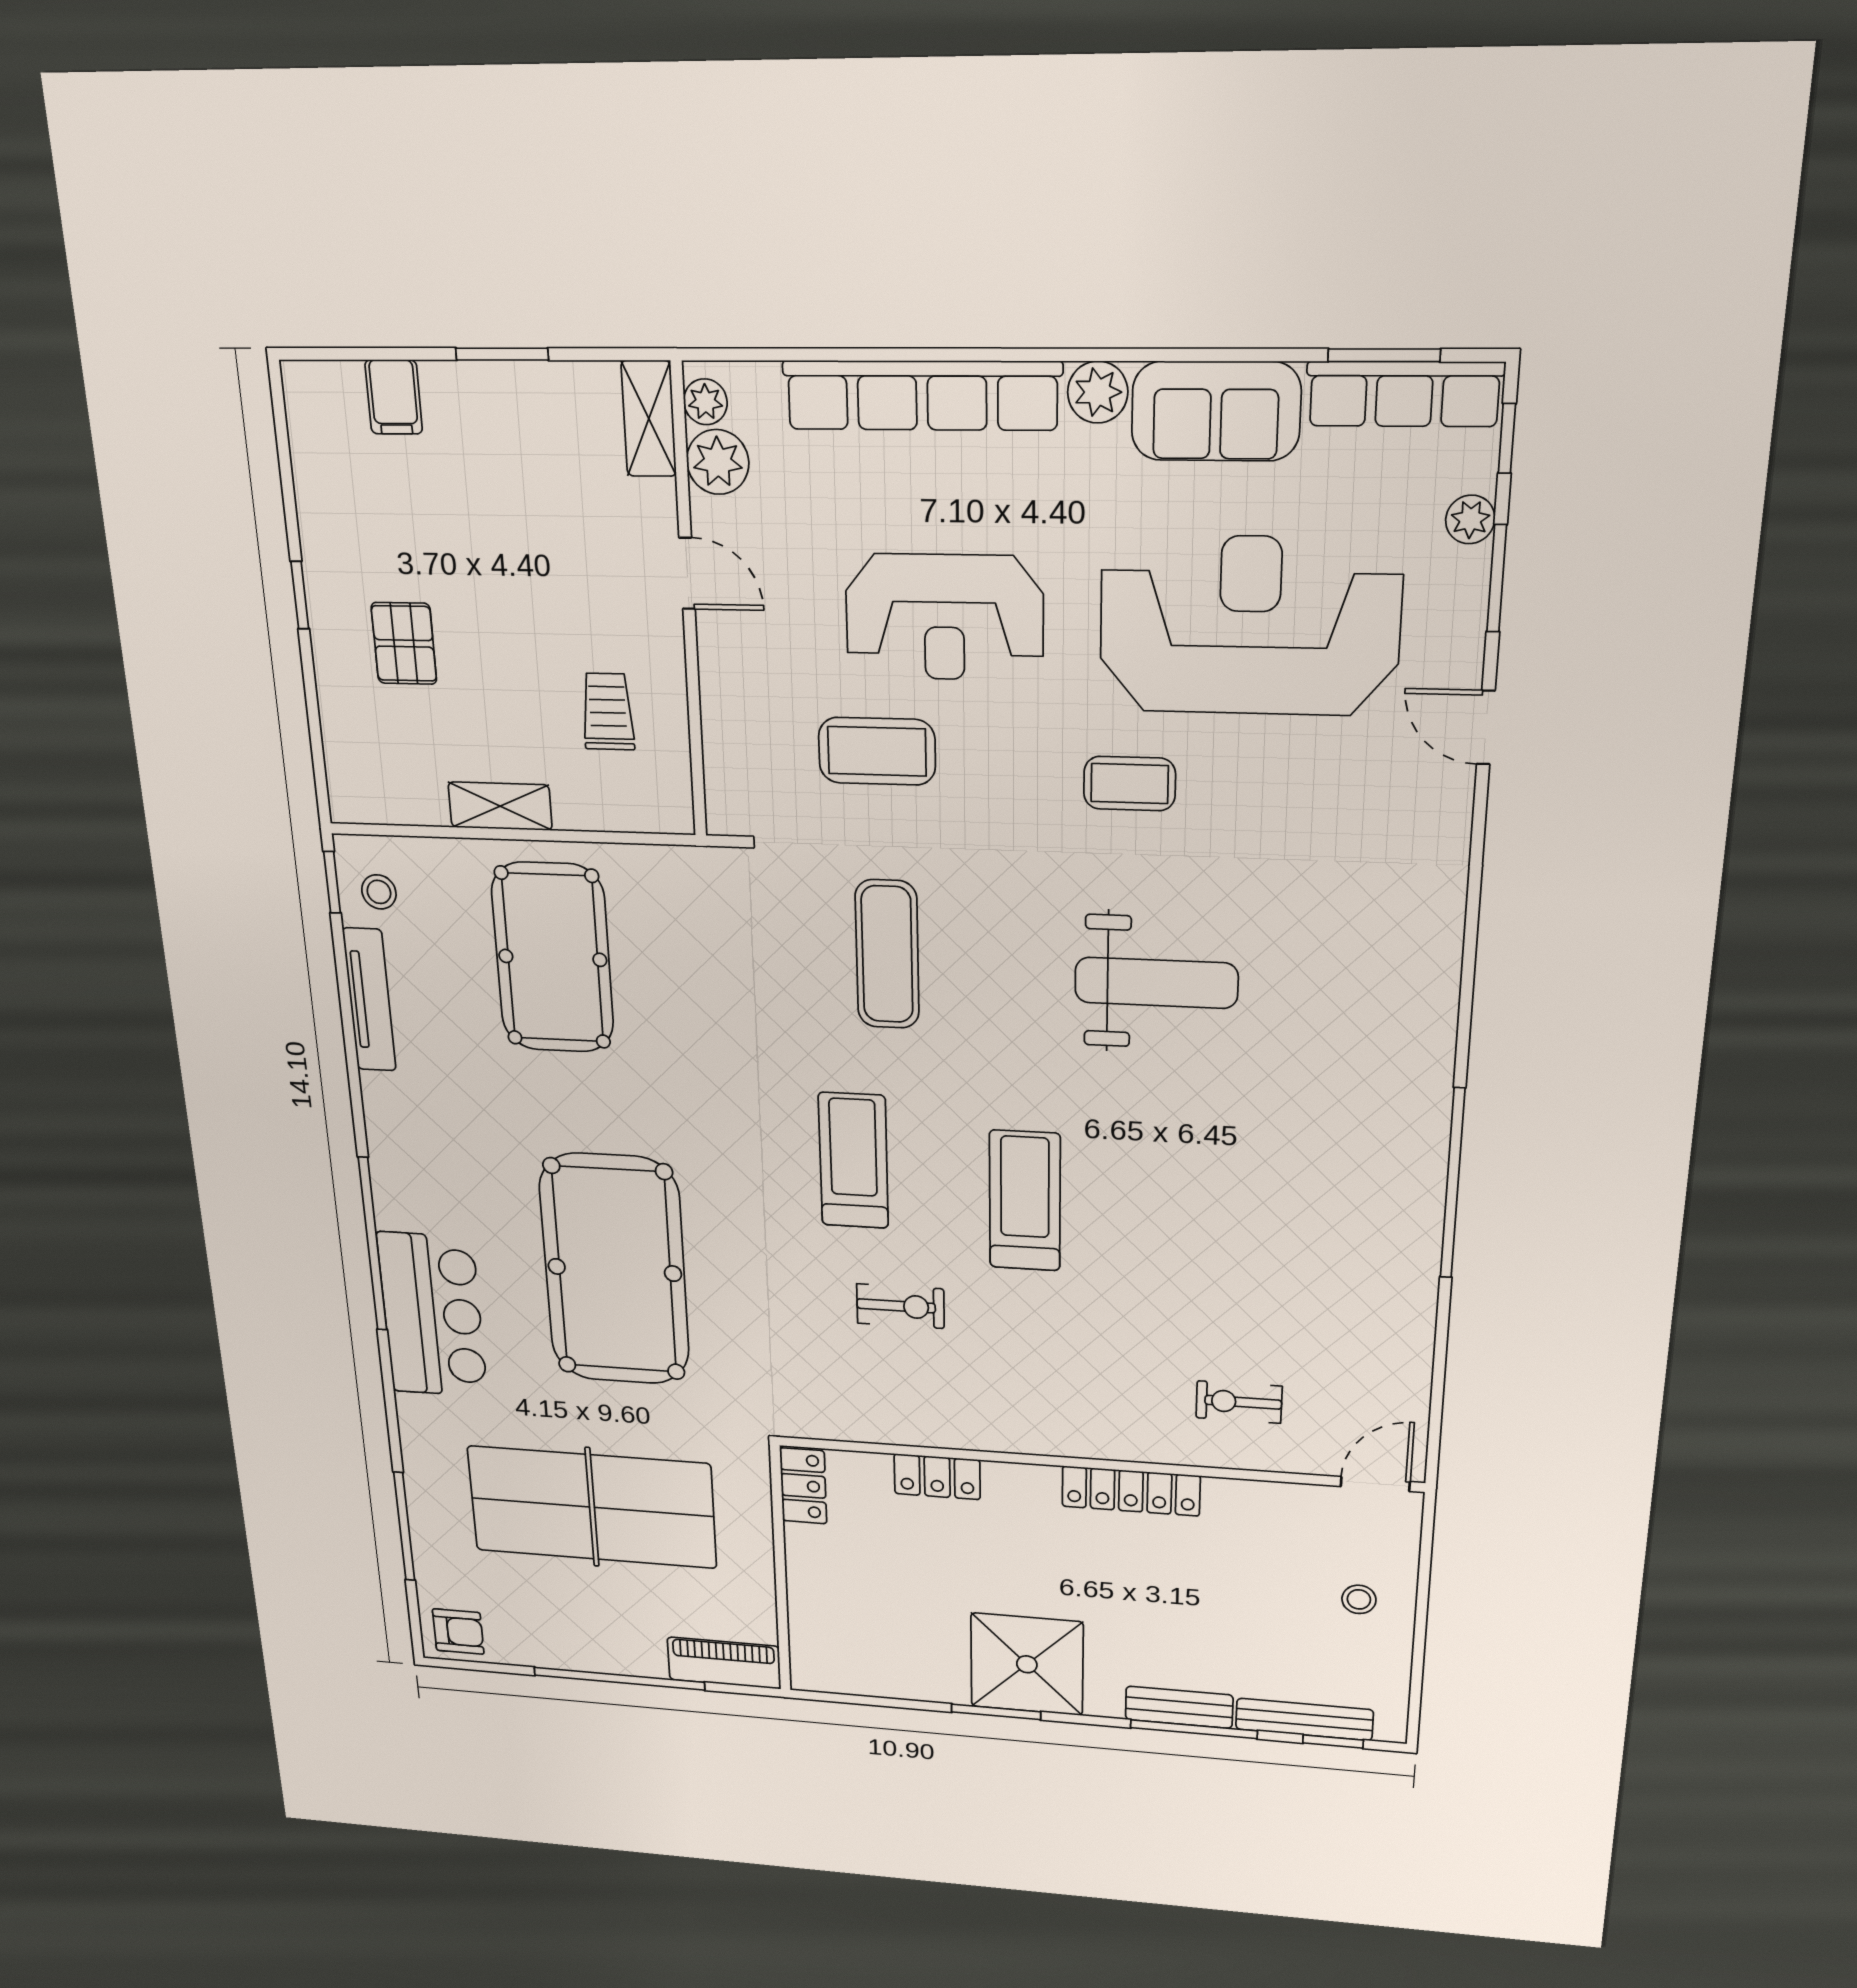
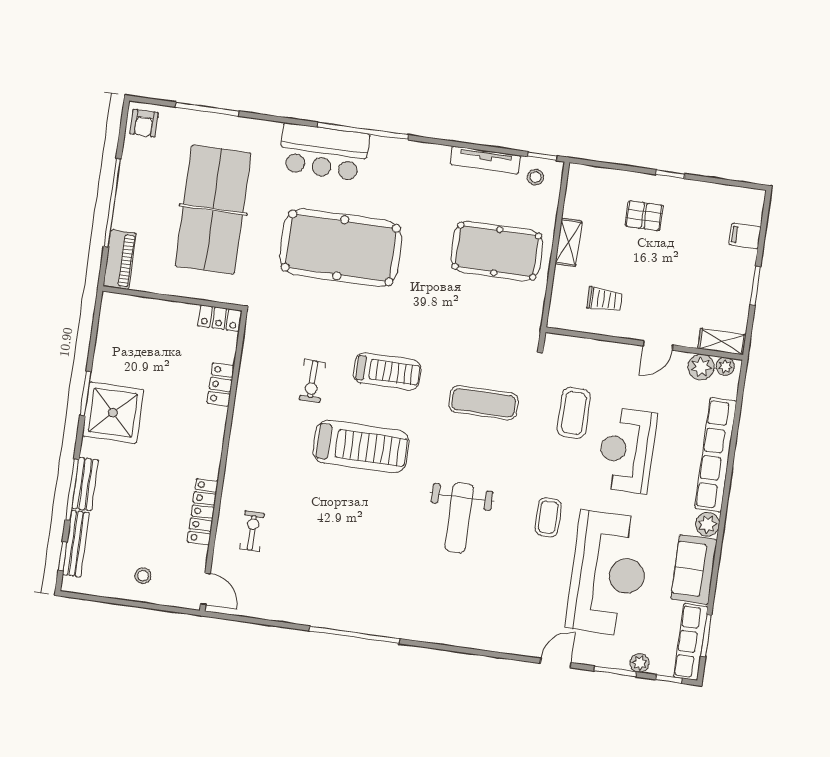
treadmill: (1025, 1201) -> (361, 447), width x1.37, depth x1.38
locker: (1131, 1491) -> (203, 512), moved

